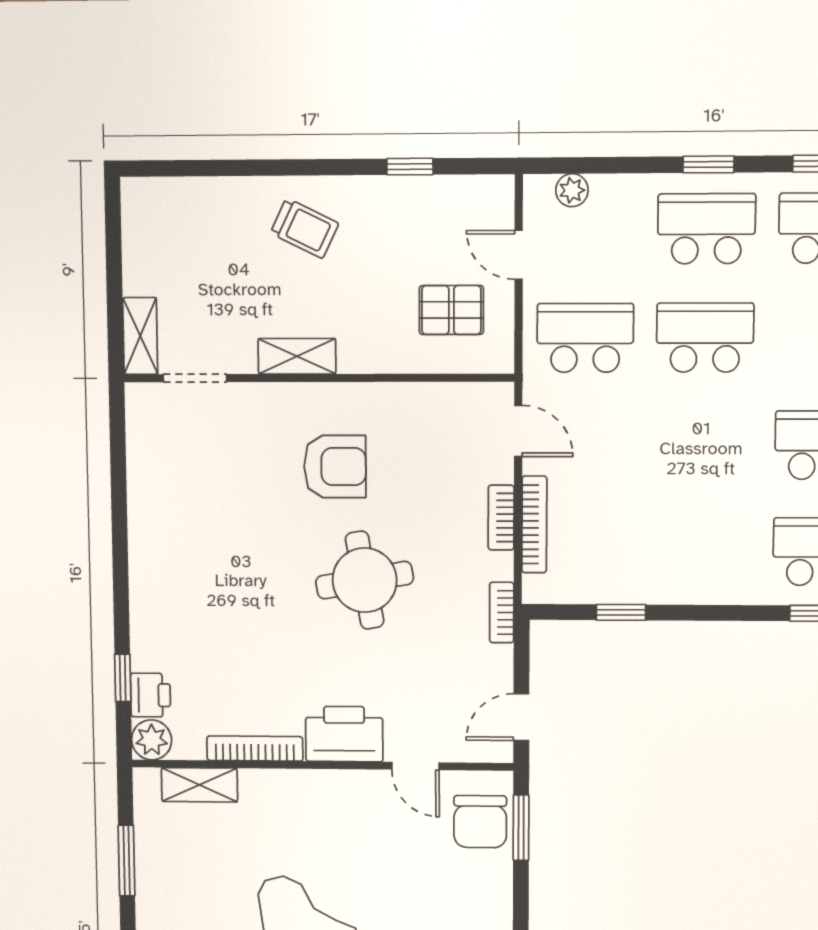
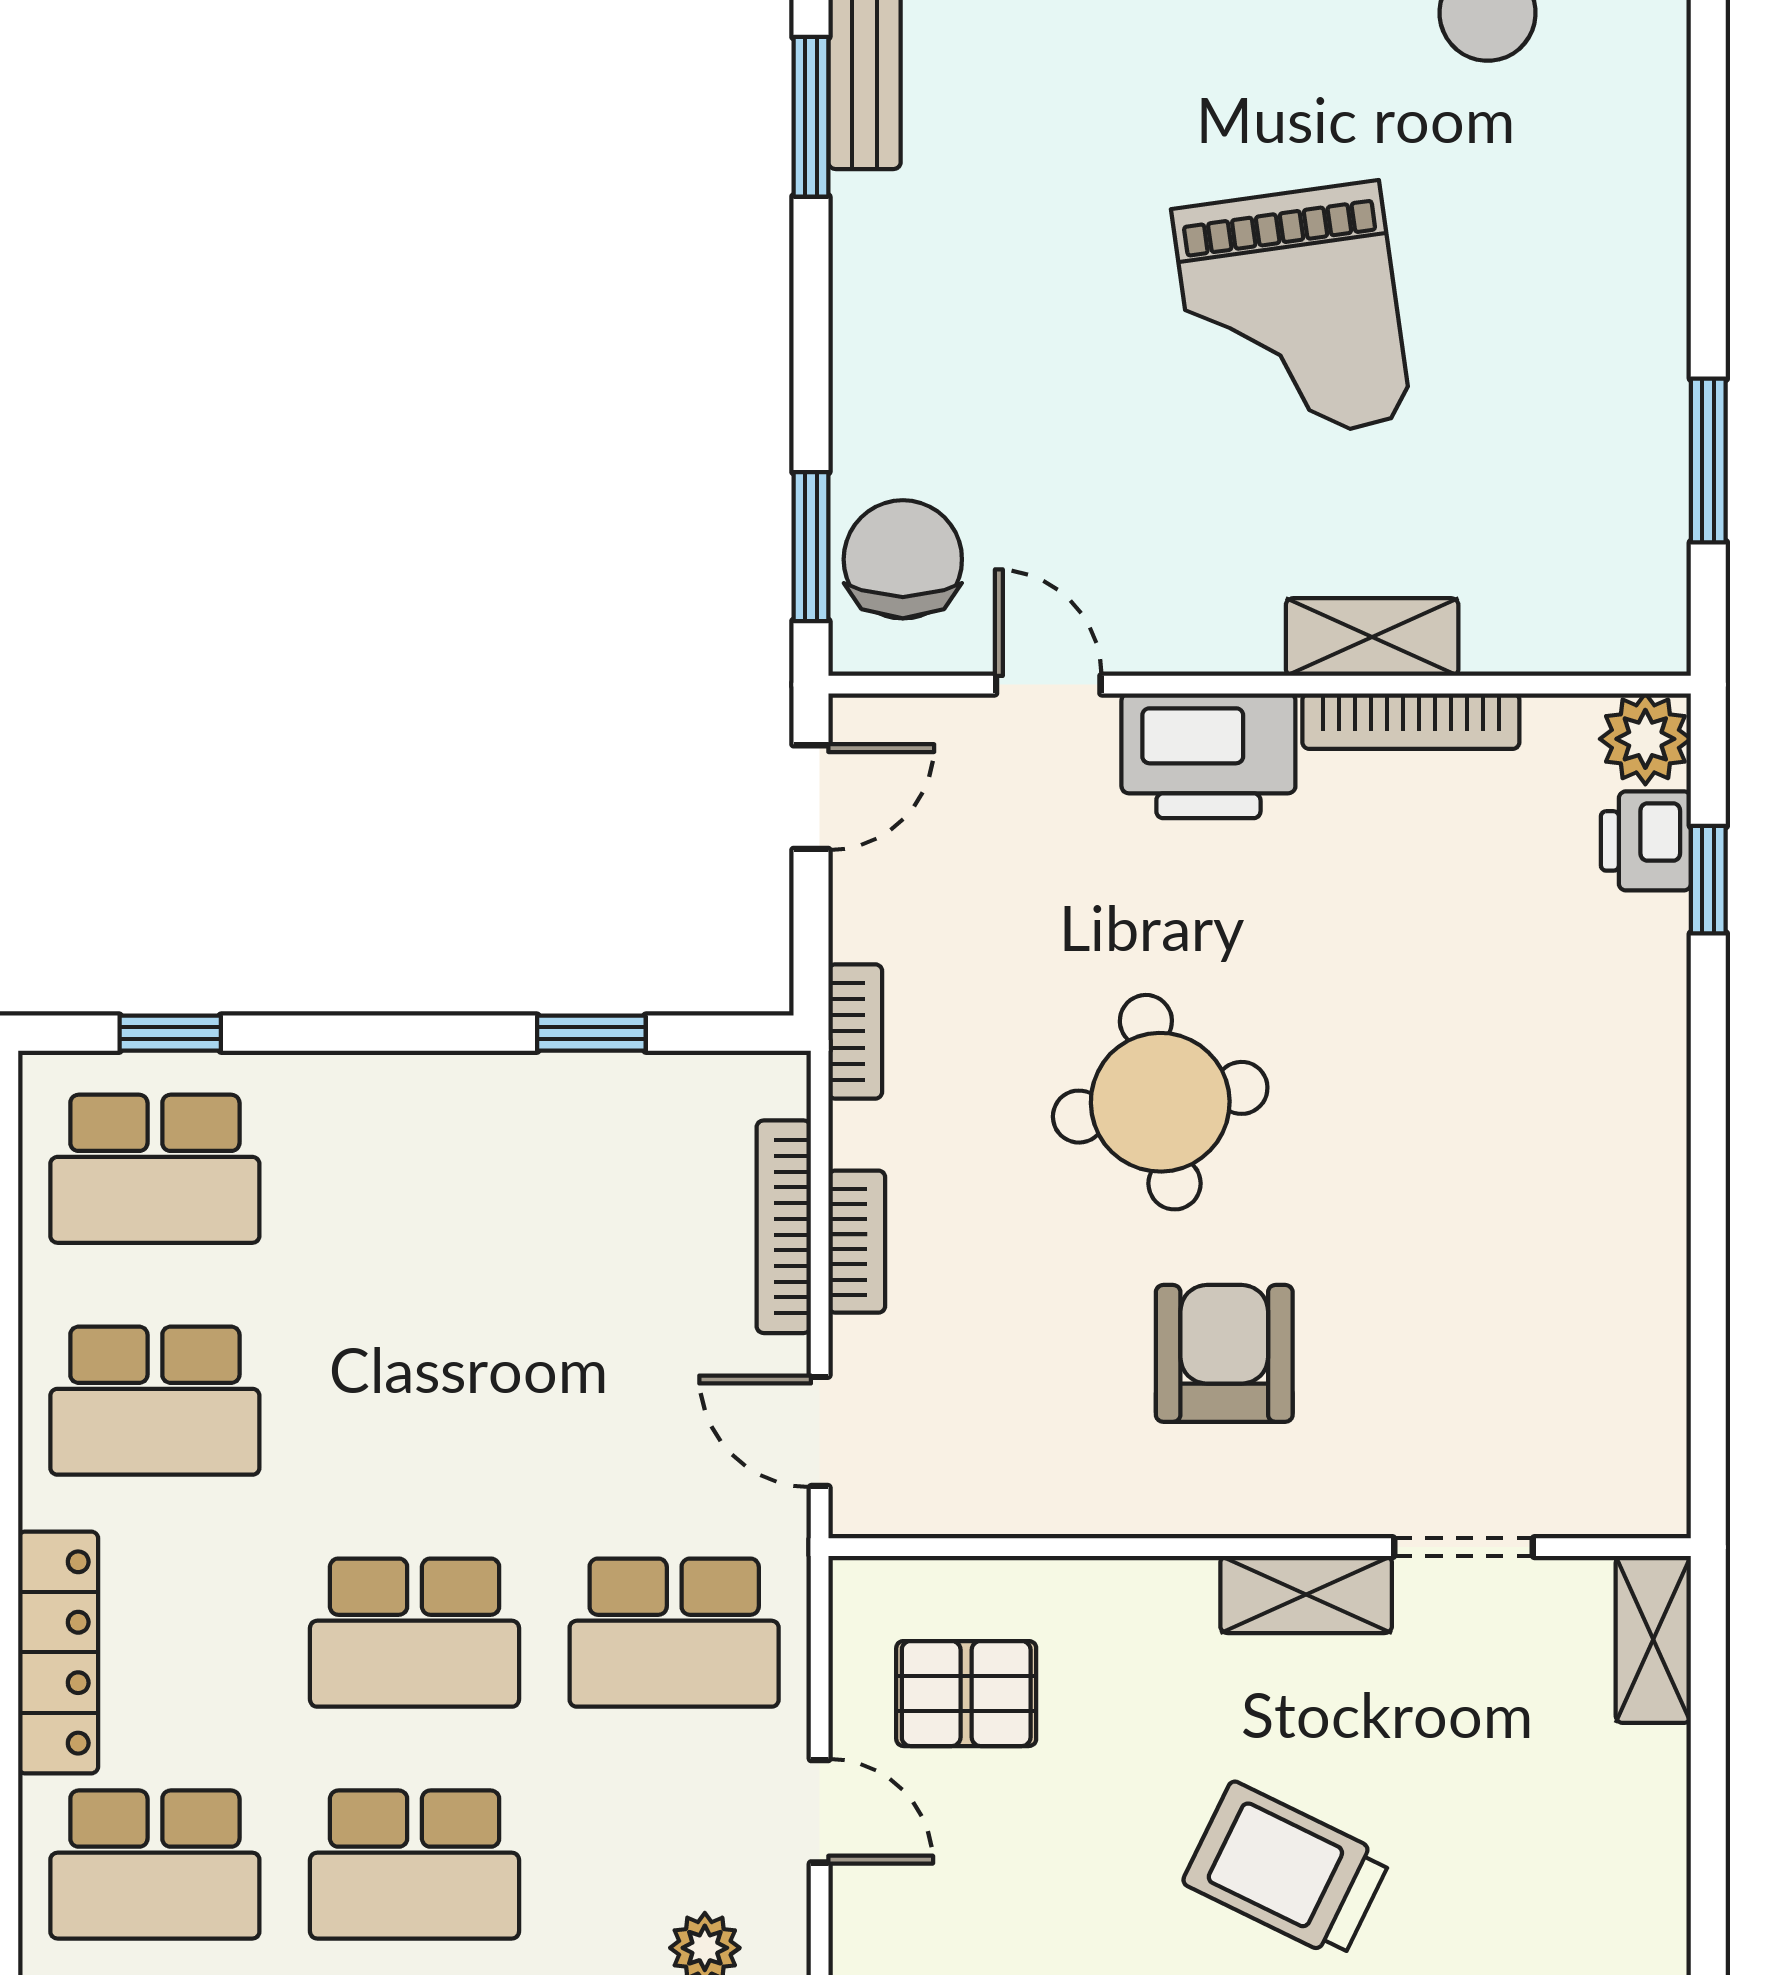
trolley: (305, 228) -> (1287, 1870), width x1.36, depth x1.39
doorway: (195, 378) -> (1463, 1547), moved
armchair: (335, 467) -> (1224, 1353), turned 90
shelving: (199, 785) -> (1372, 637), moved

